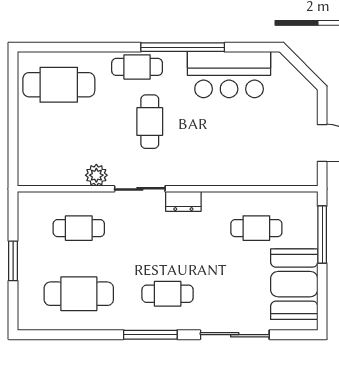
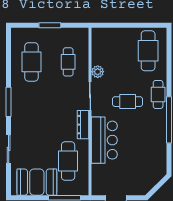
bar counter: (229, 75) -> (104, 140), moved, turned 180
dresser: (183, 201) -> (83, 125), width x1.44
cafe table: (256, 228) -> (68, 161), width x1.37, depth x1.35
cafe table: (168, 294) -> (31, 111), removed
sliding door: (235, 335) -> (9, 149), width x0.73

